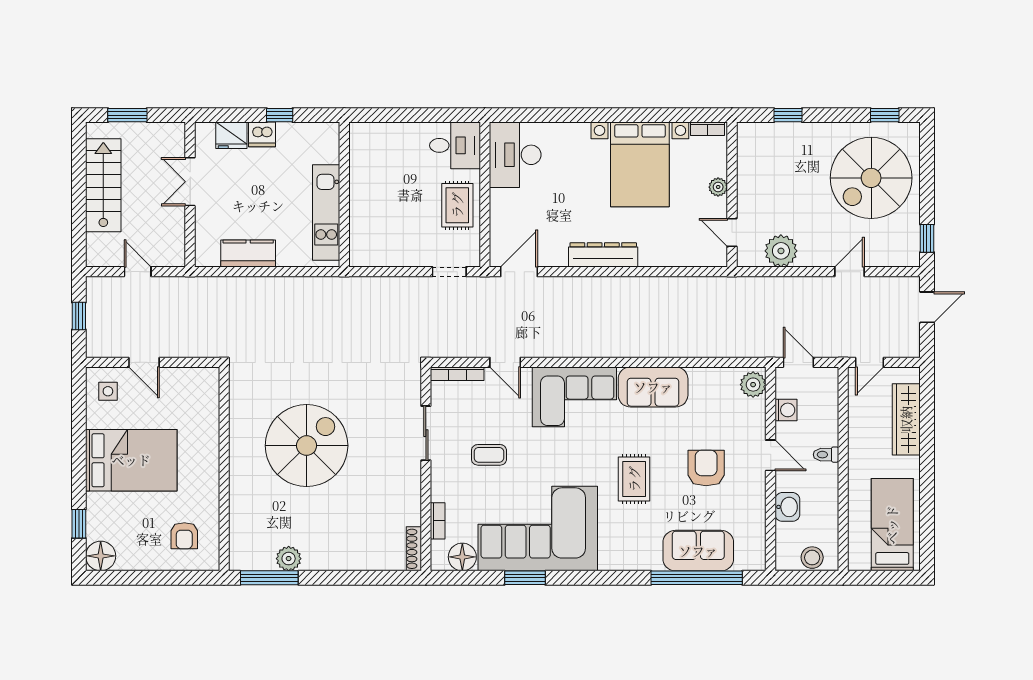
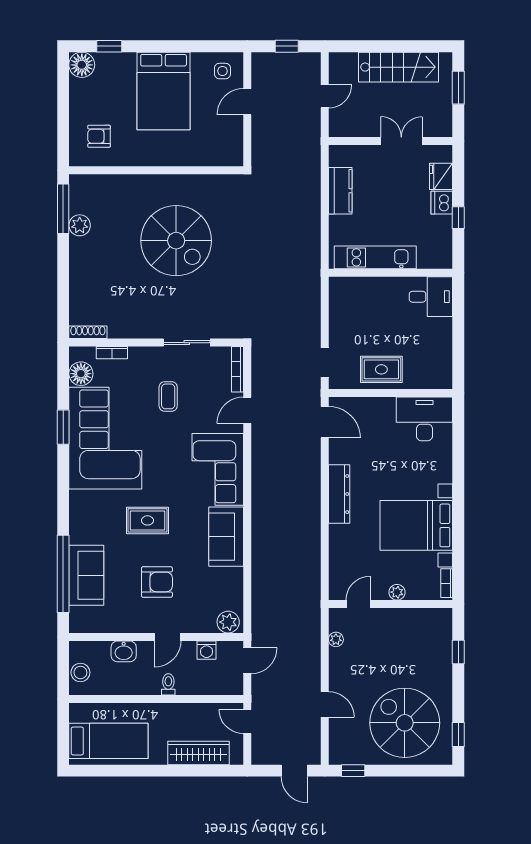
desk: (455, 145) -> (431, 297), moved, turned -90
plant: (781, 251) -> (336, 639), width x0.53, depth x0.53

